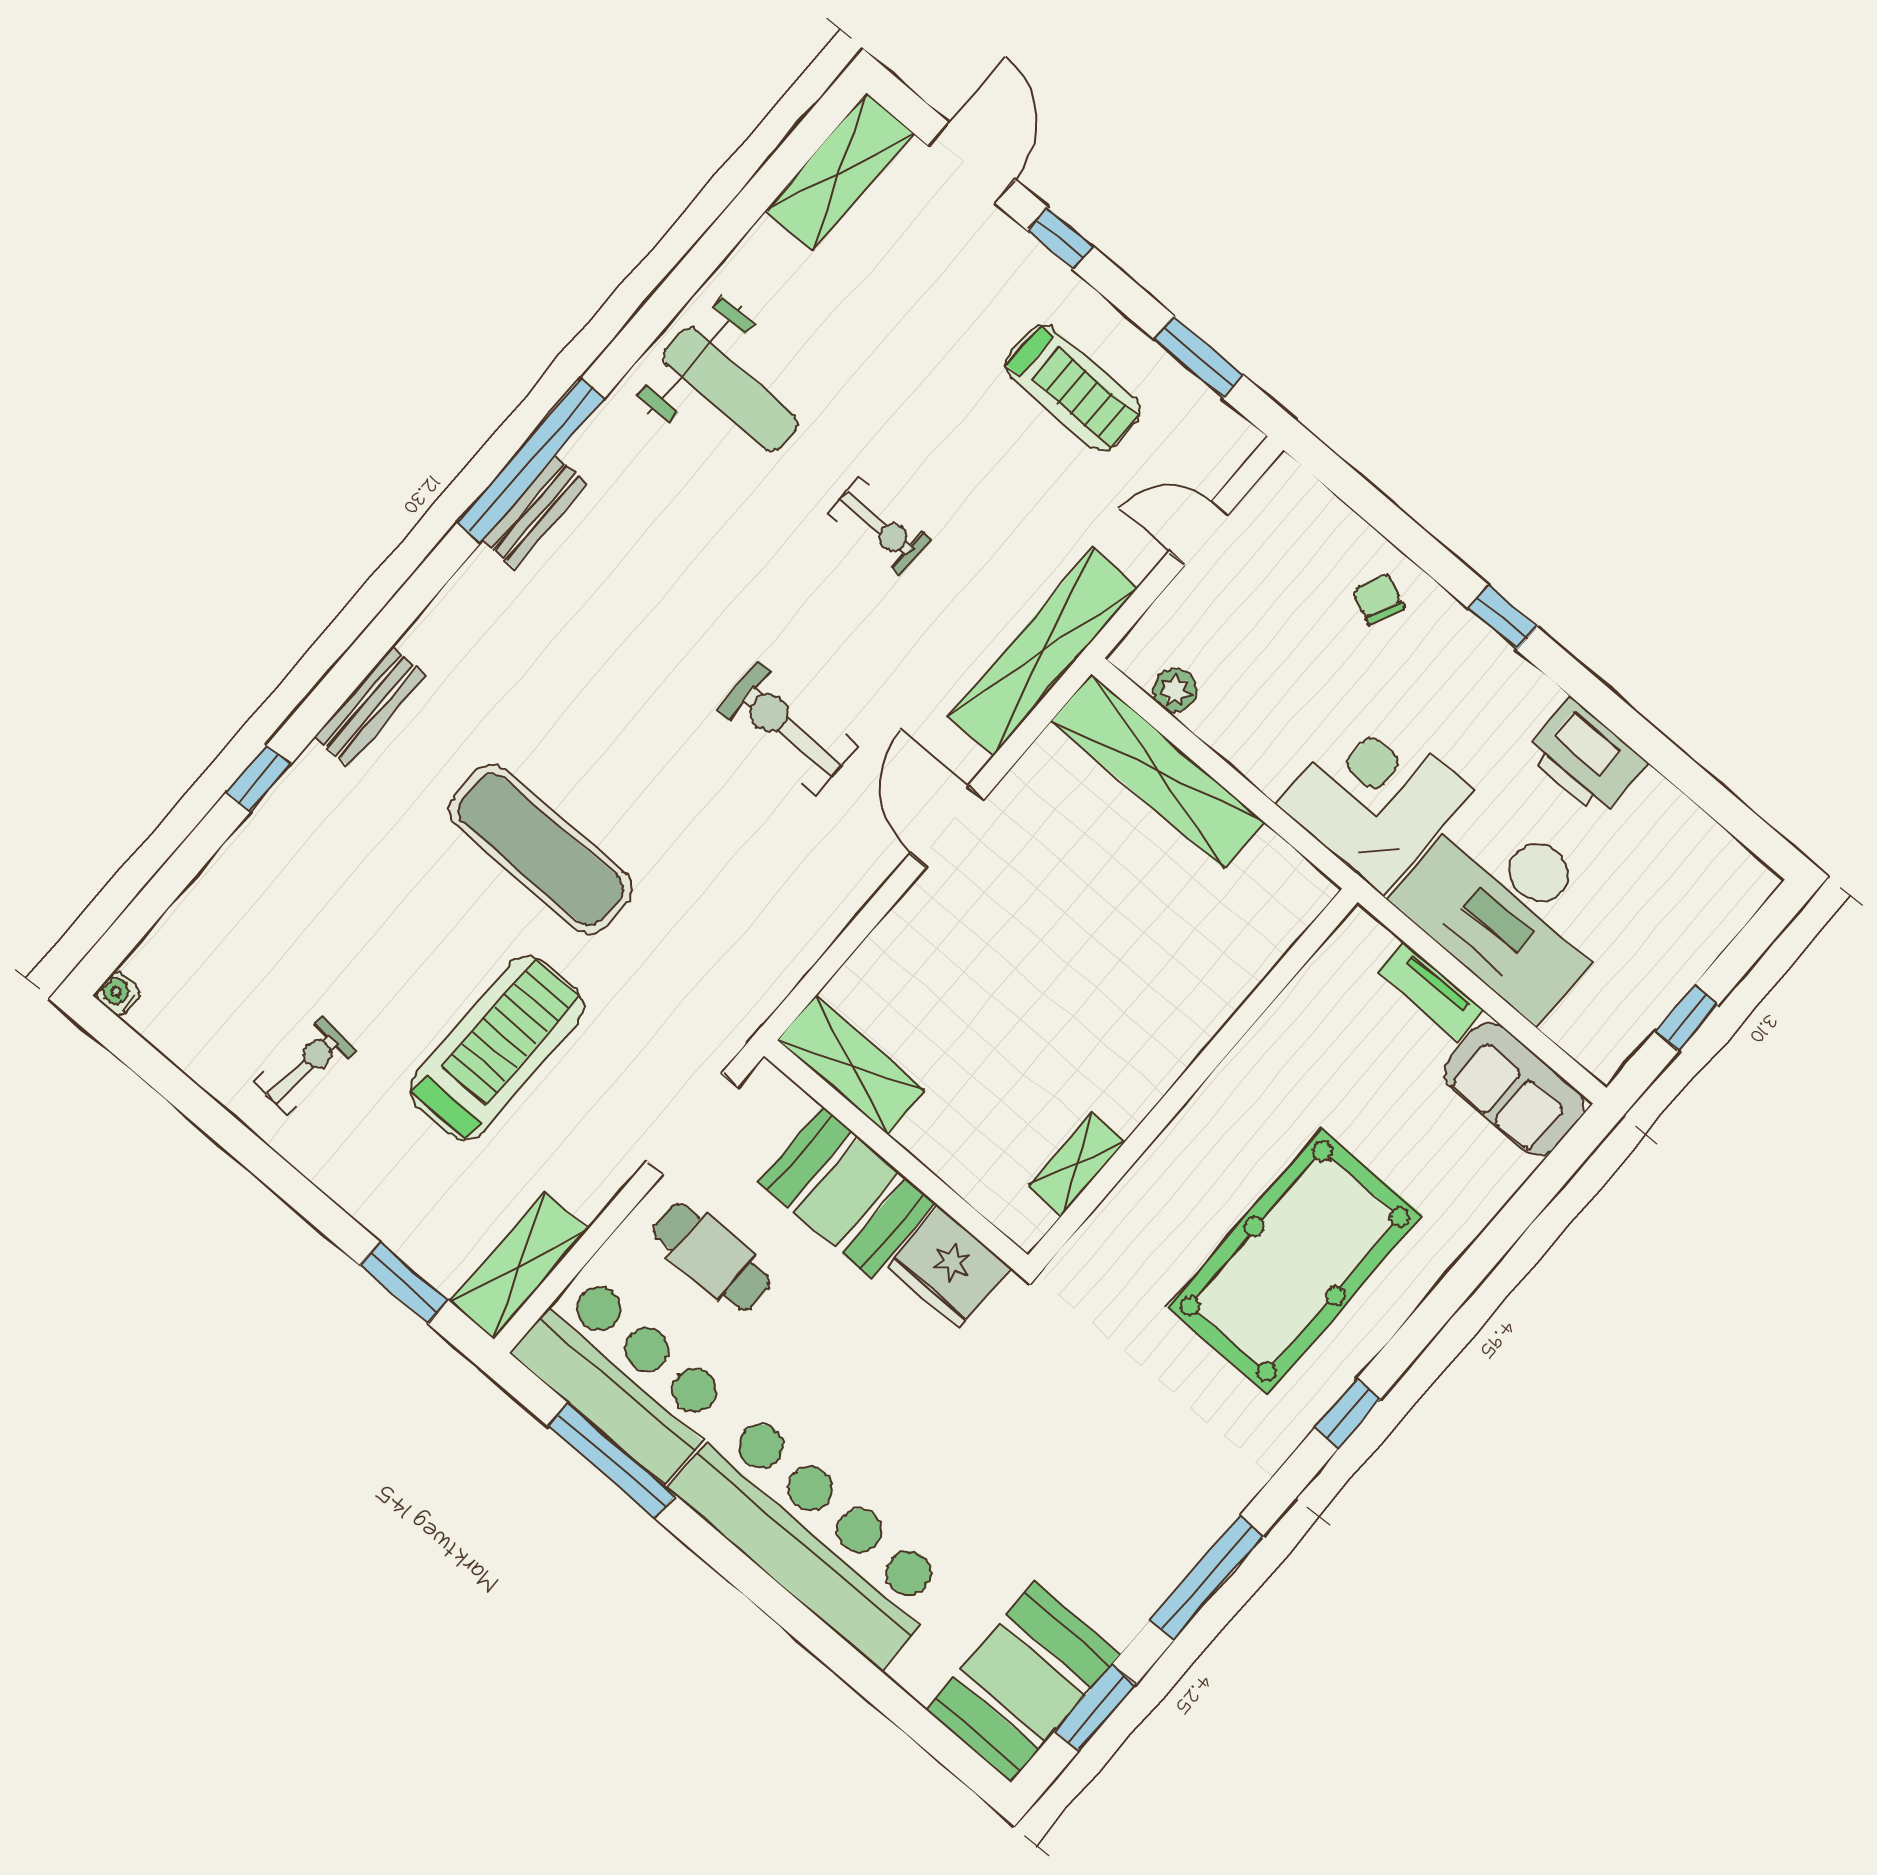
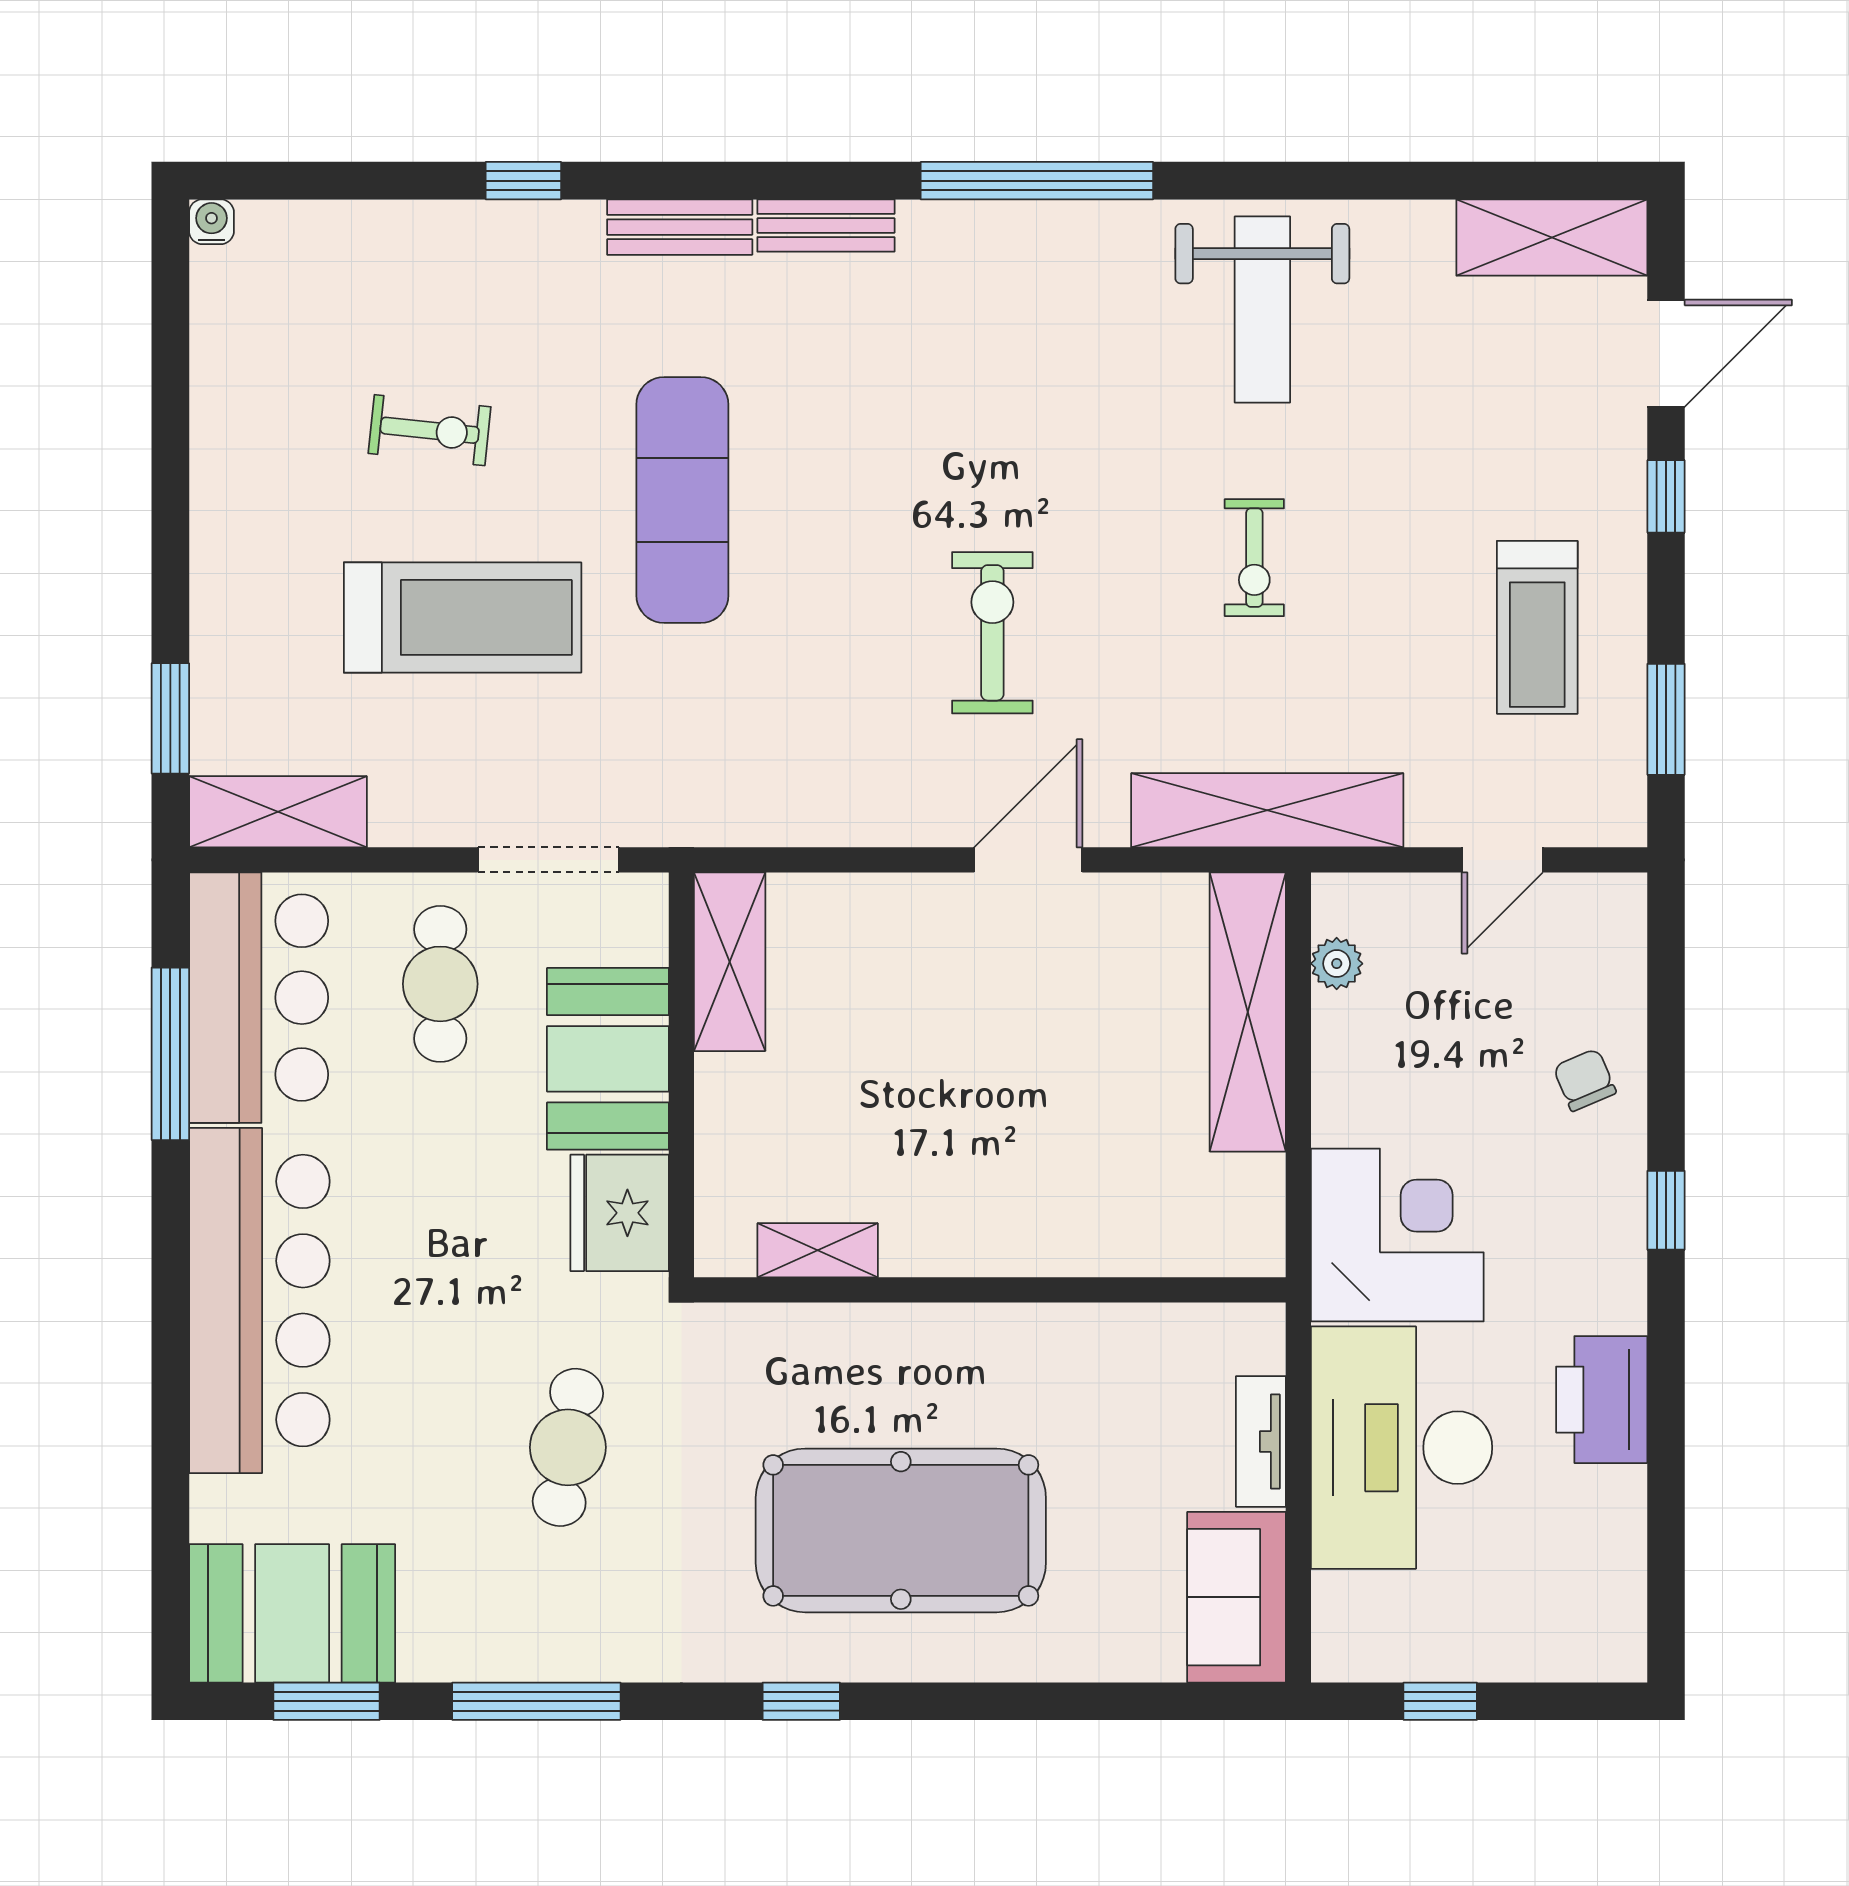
bench: (535, 512) -> (826, 225), moved
door: (1199, 533) -> (1502, 860), swing flipped
chair: (1379, 599) -> (1585, 1080), turned -48
exercise bike: (305, 1066) -> (430, 430), moved
cafe table: (1066, 1423) -> (568, 1447), added

